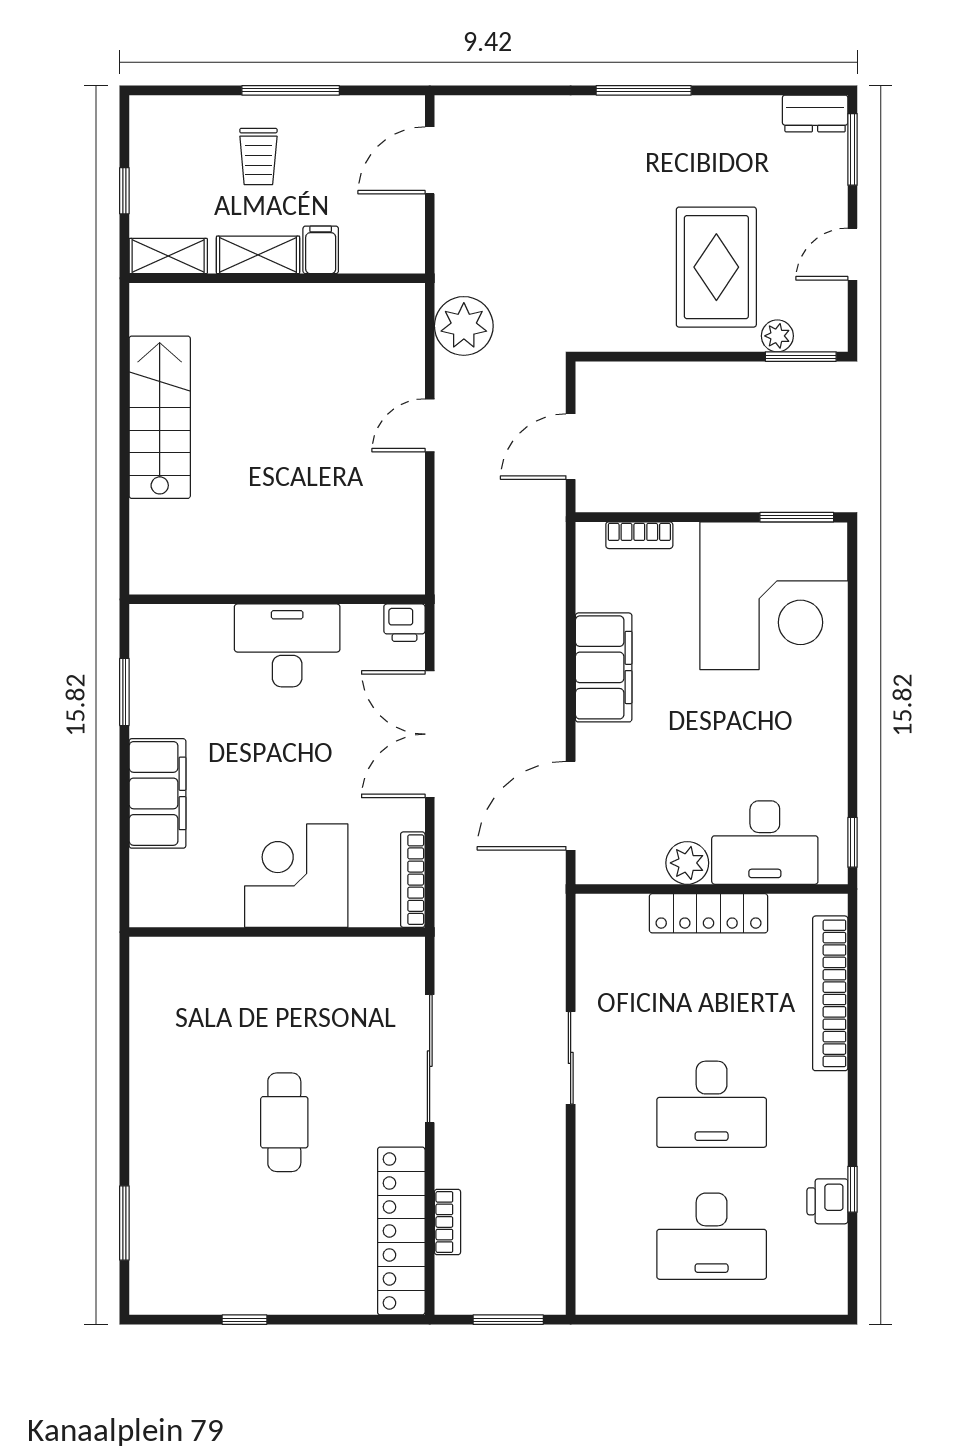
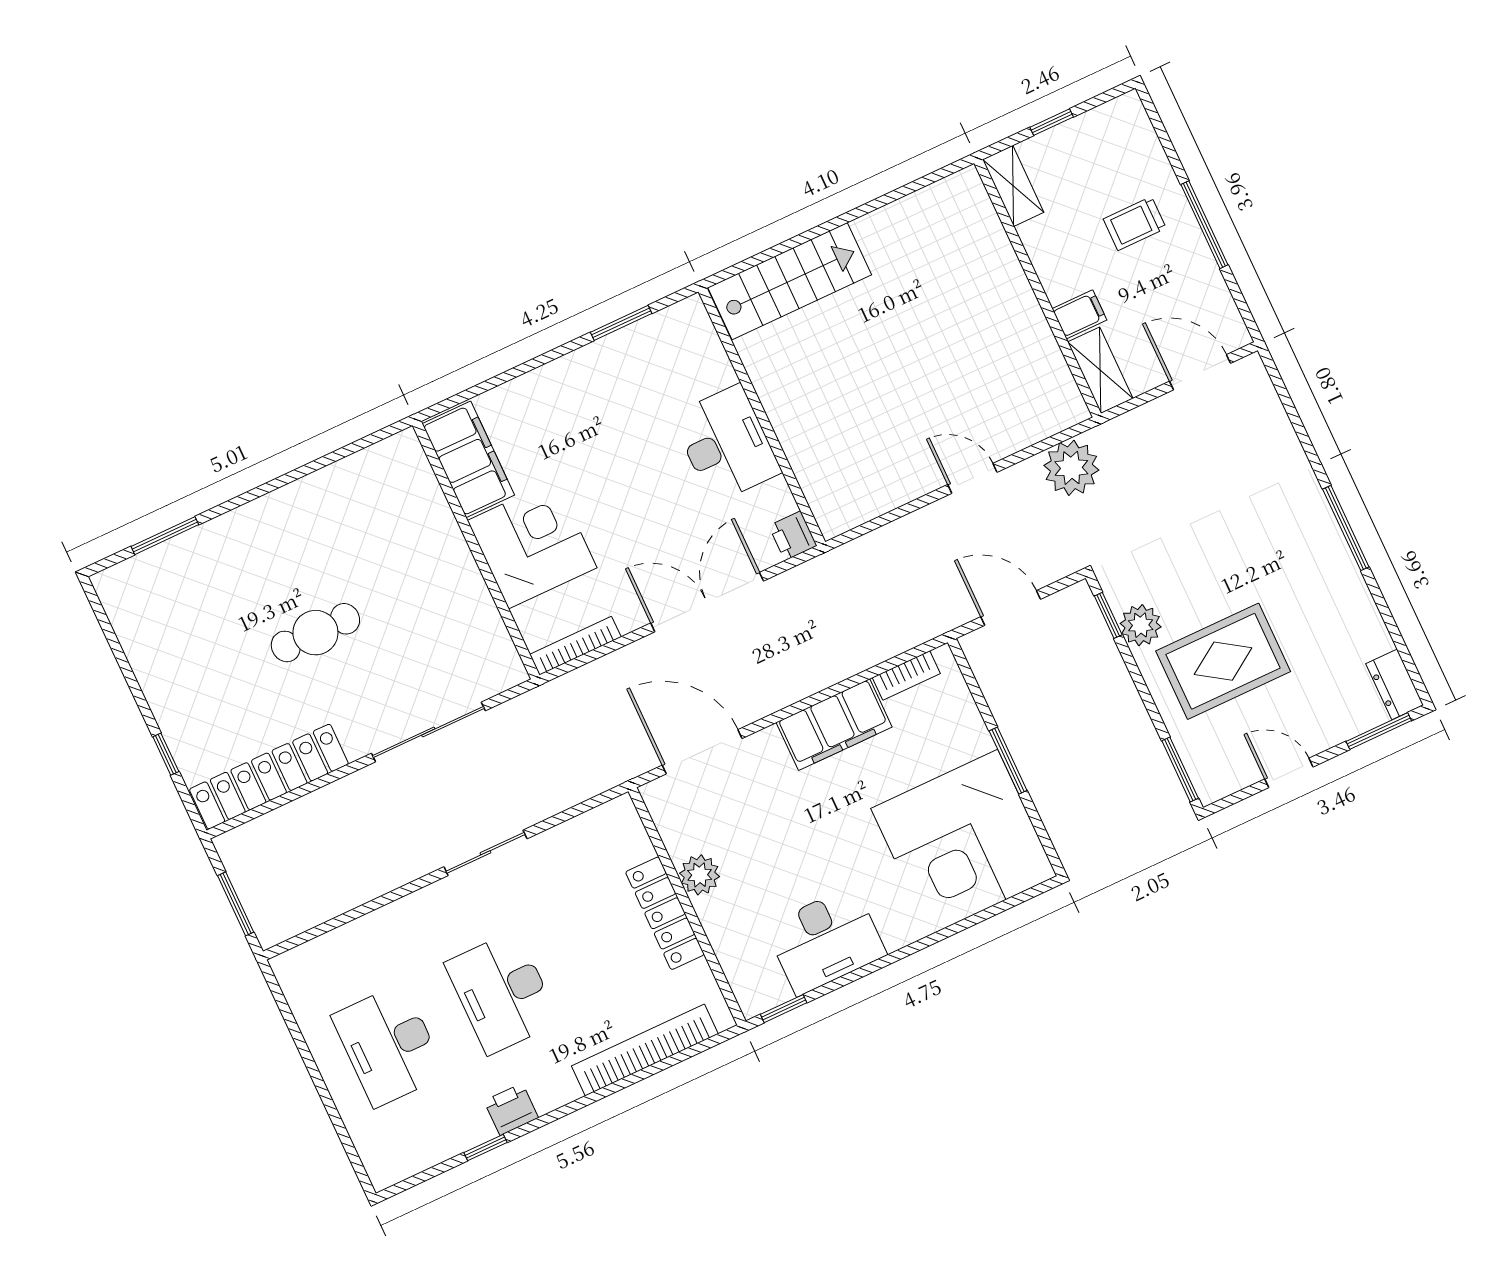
shelving: (258, 255) -> (1100, 370), moved
plant: (777, 336) -> (1141, 625), moved, width x1.38, depth x1.38
window: (621, 357) -> (1108, 615), added
stairs: (160, 417) -> (790, 281), moved
window: (797, 517) -> (1008, 761), moved
bookcase: (639, 535) -> (906, 675), moved, turned -90
filing cabinet: (157, 793) -> (468, 459), moved, turned -90
desk: (765, 843) -> (826, 940), moved, turned -90
printer: (827, 1201) -> (511, 1109), moved
bookcase: (447, 1222) -> (295, 813), removed
window: (244, 1320) -> (166, 754), moved

